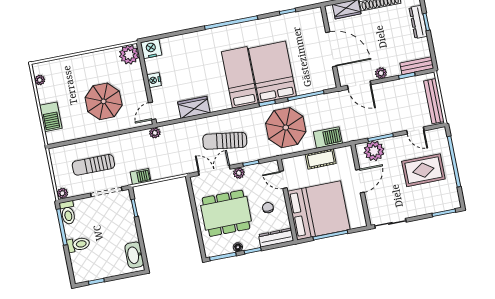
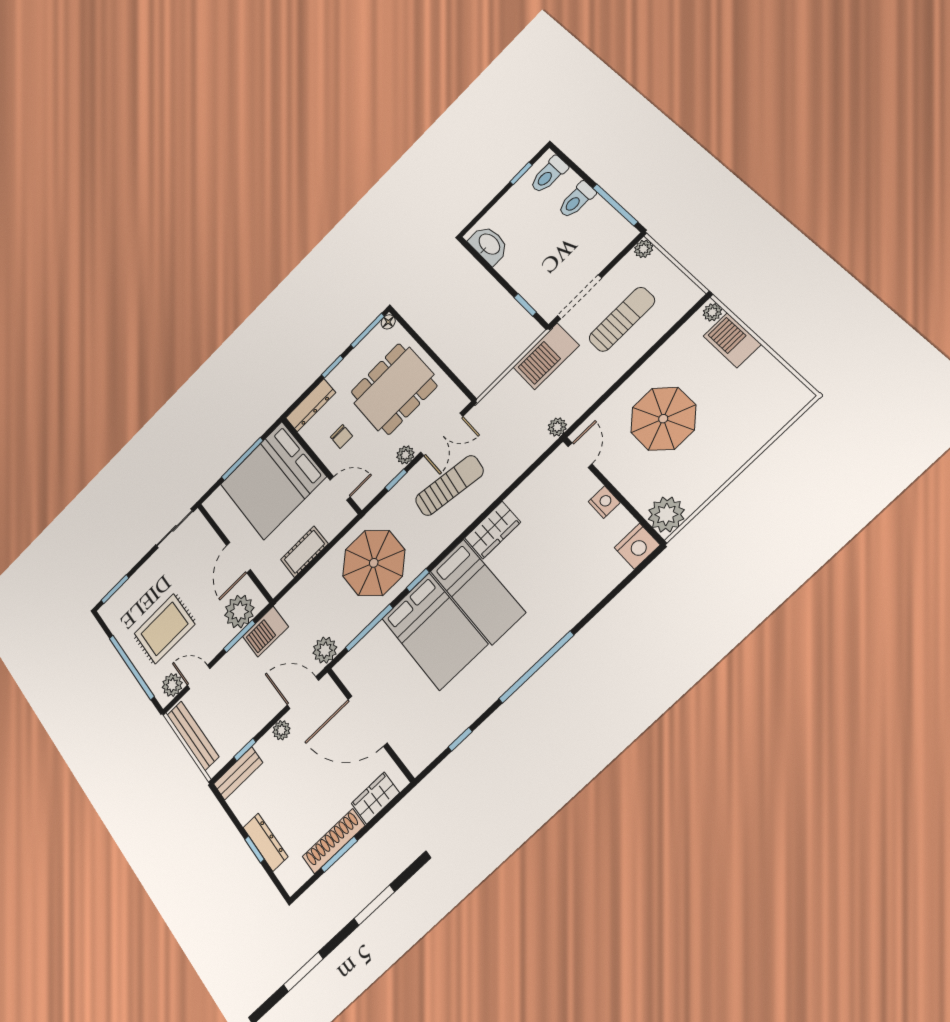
plant: (40, 80) -> (712, 312), moved
plant: (336, 99) -> (325, 650), added
wardrobe: (194, 107) -> (493, 530), moved
plant: (433, 136) -> (172, 685), added
barbecue: (328, 138) -> (266, 632), moved
barbecue: (140, 177) -> (546, 356), width x1.88, depth x1.53
toilet: (68, 213) -> (549, 175), moved, turned -90
floor lamp: (238, 247) -> (388, 322), moved

